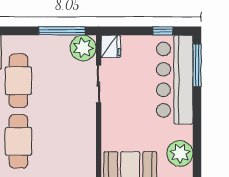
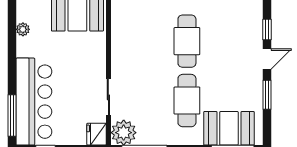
plant: (180, 153) -> (23, 29), width x0.53, depth x0.53

